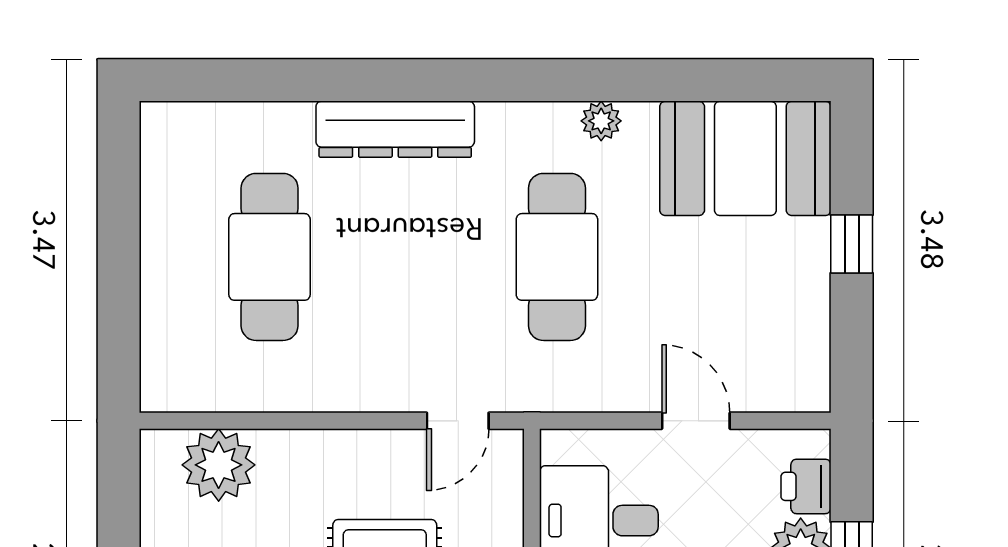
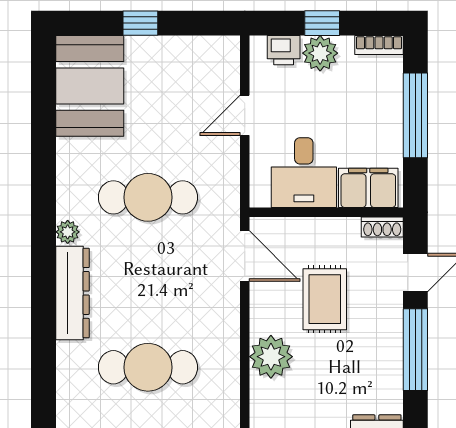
plant: (601, 121) -> (68, 232), moved
door: (458, 421) -> (245, 256), width x1.38
plant: (219, 465) -> (271, 357), moved

